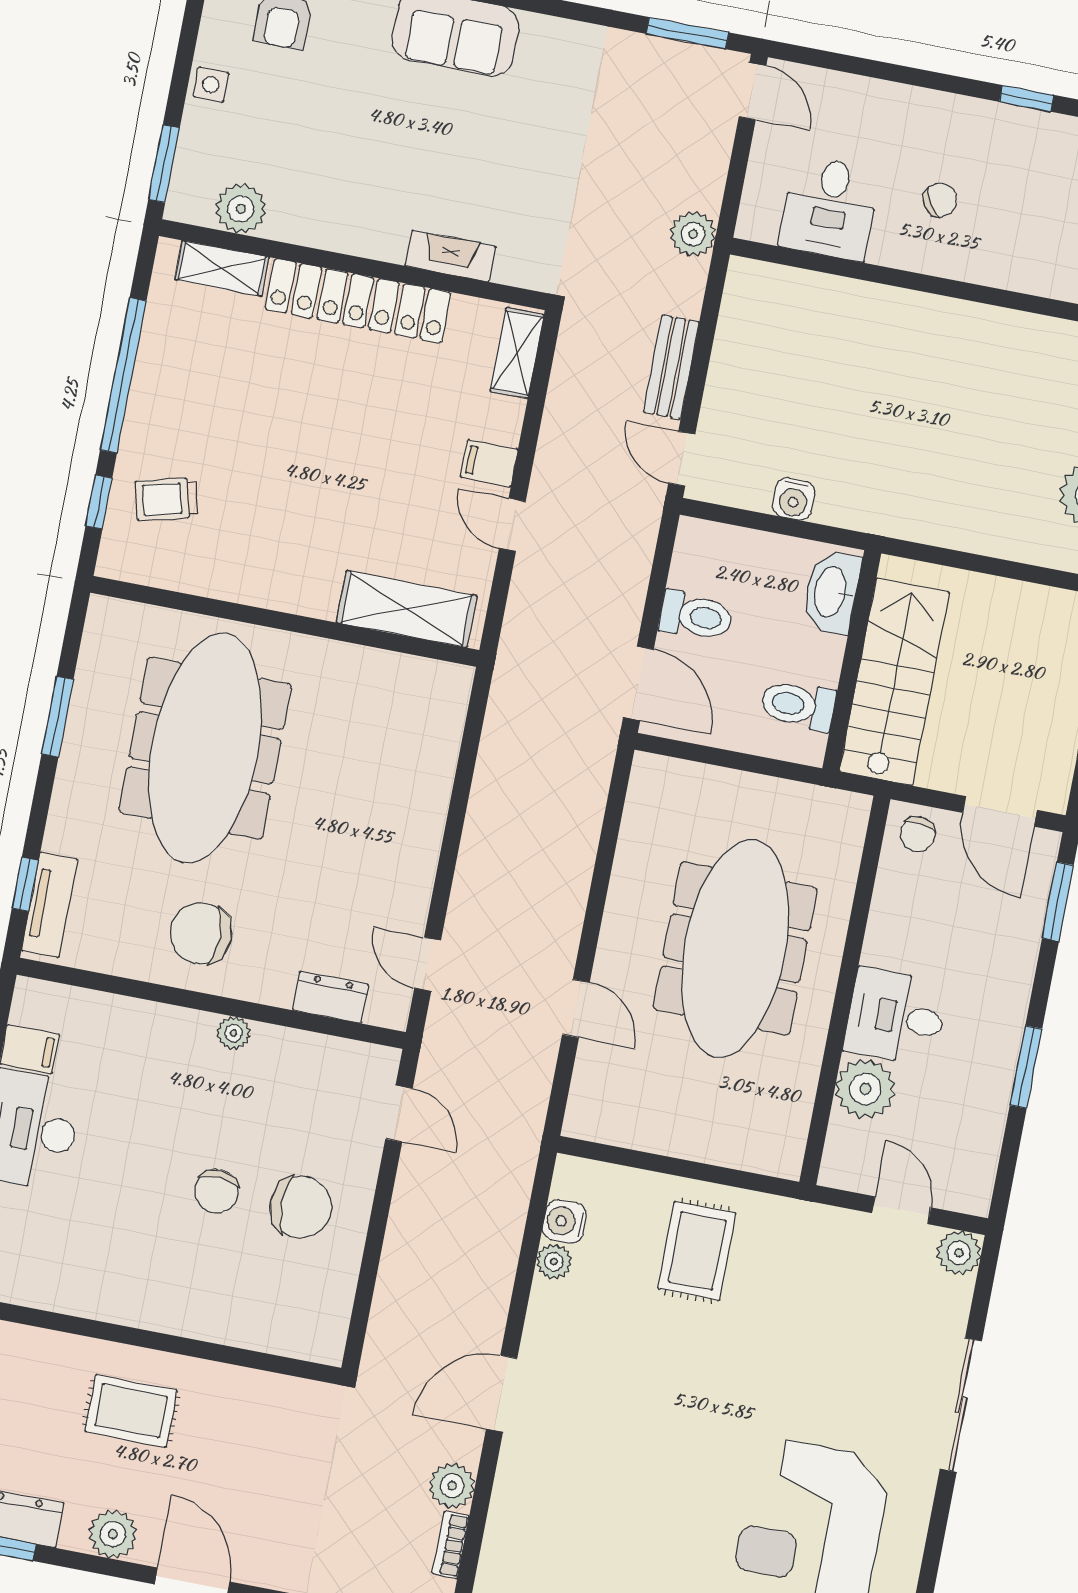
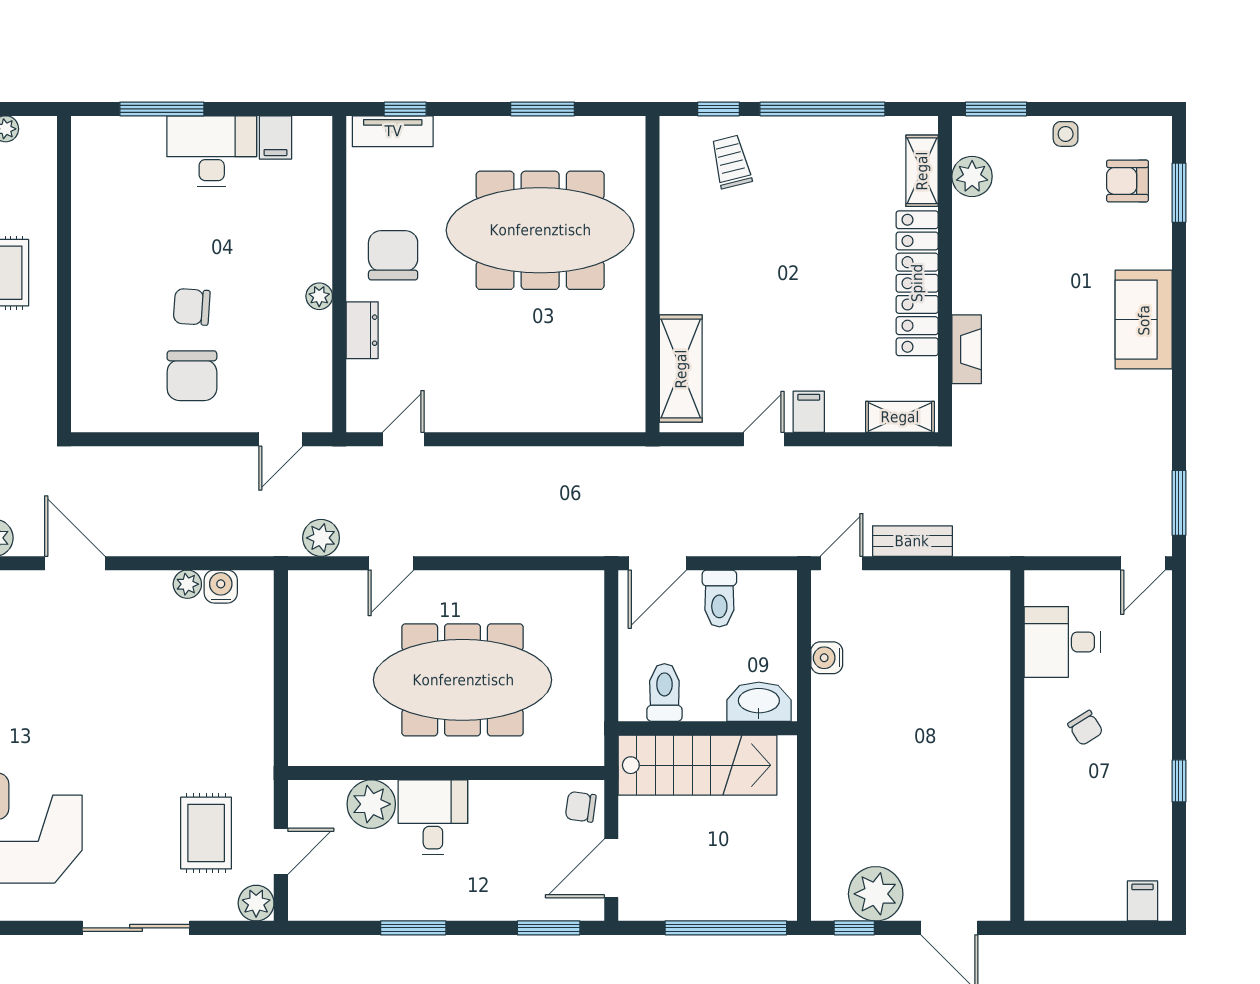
plant: (693, 234) -> (321, 538), moved
dresser: (330, 997) -> (362, 330), moved
rug: (697, 1251) -> (206, 833), moved, turned 90

